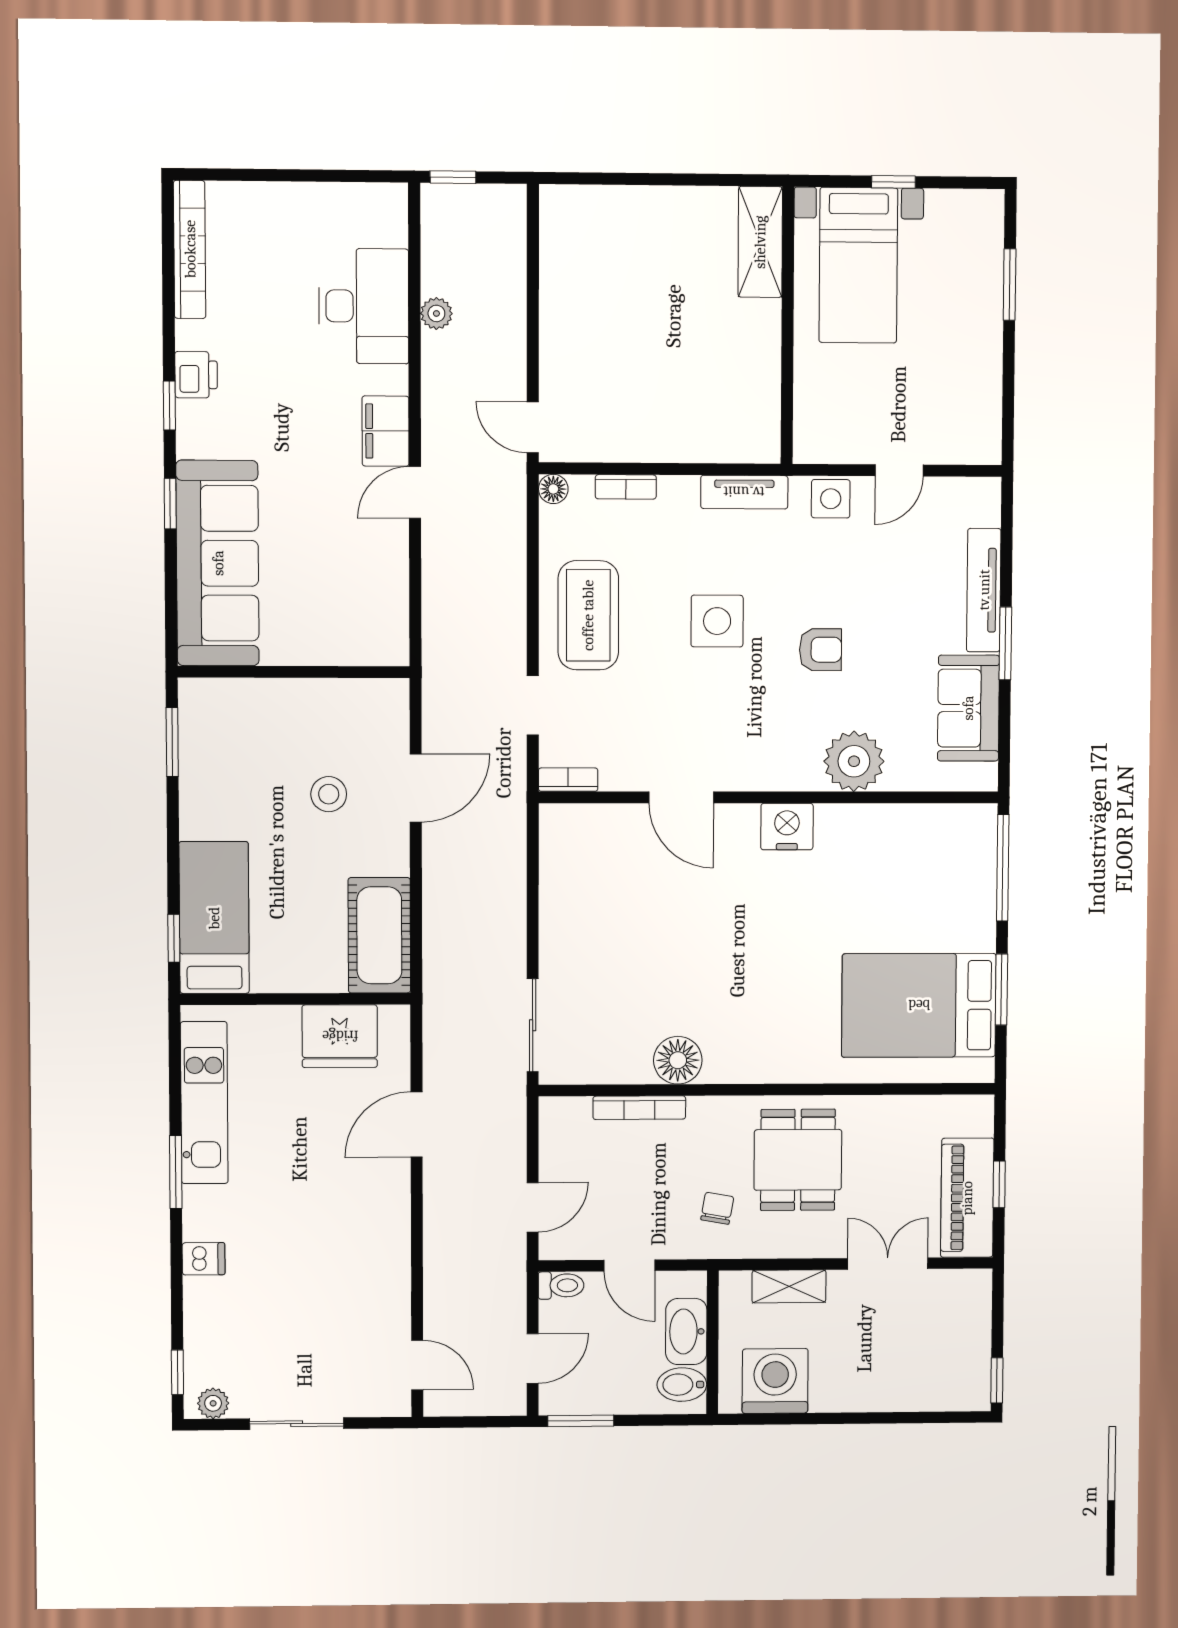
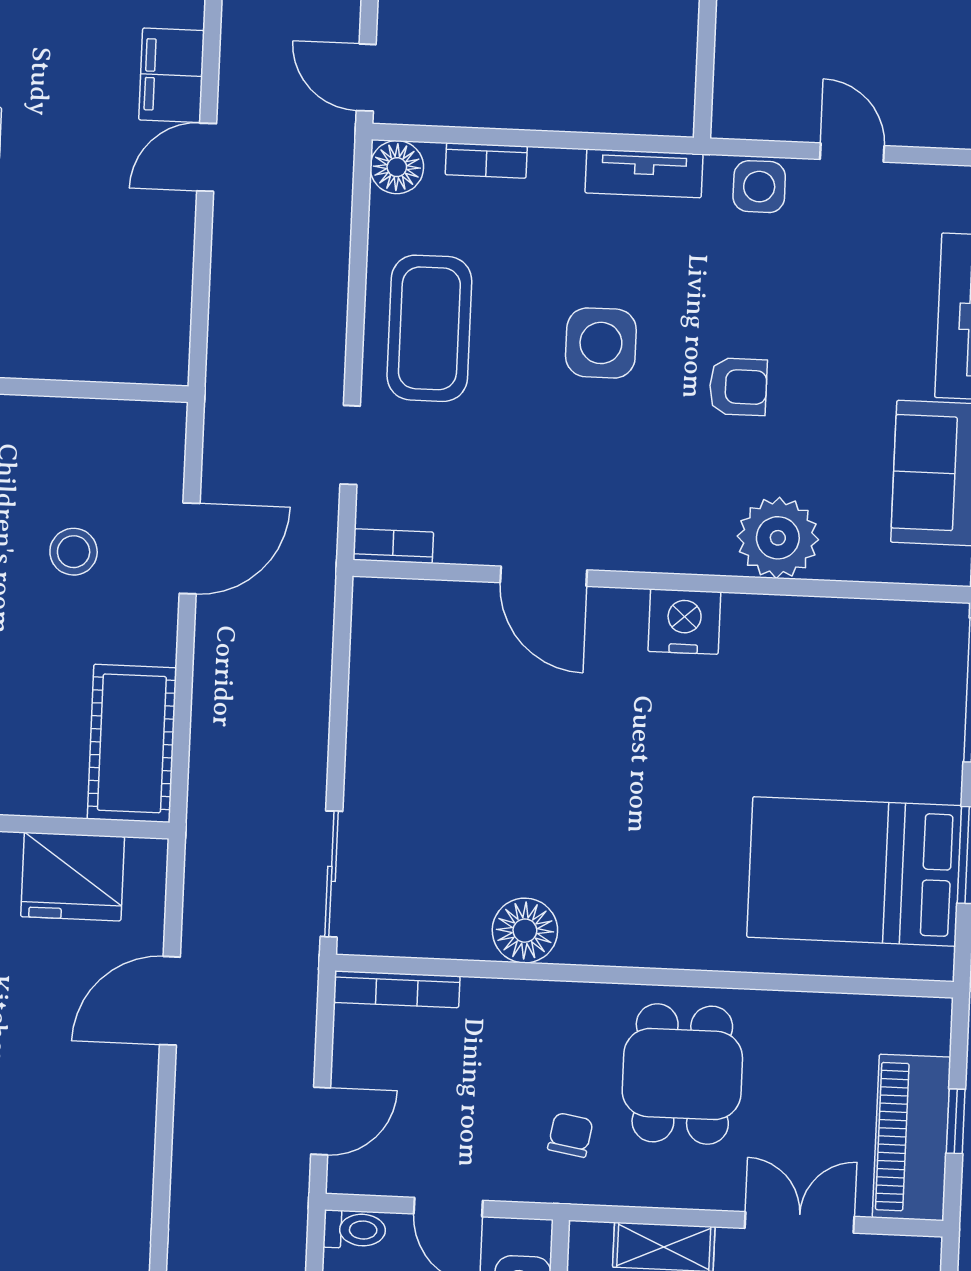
door: (899, 470) -> (852, 153), swing flipped
floor lamp: (553, 489) -> (397, 167), width x1.37, depth x1.37
bookcase: (639, 1108) -> (397, 989), moved

